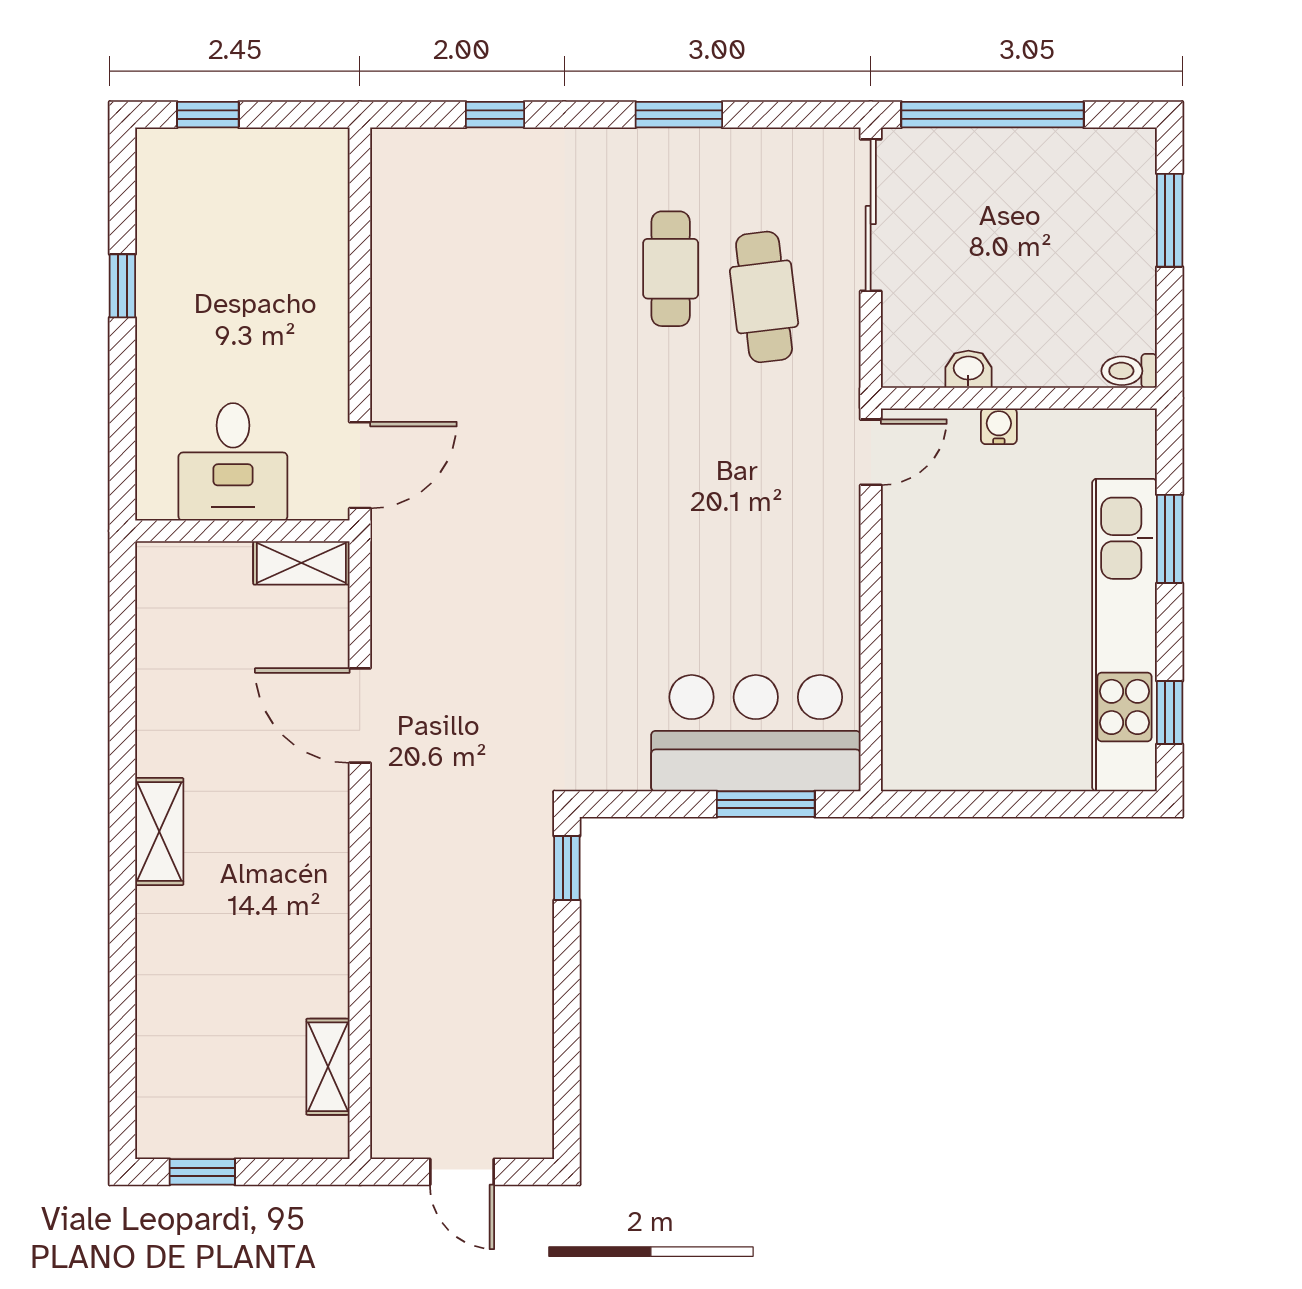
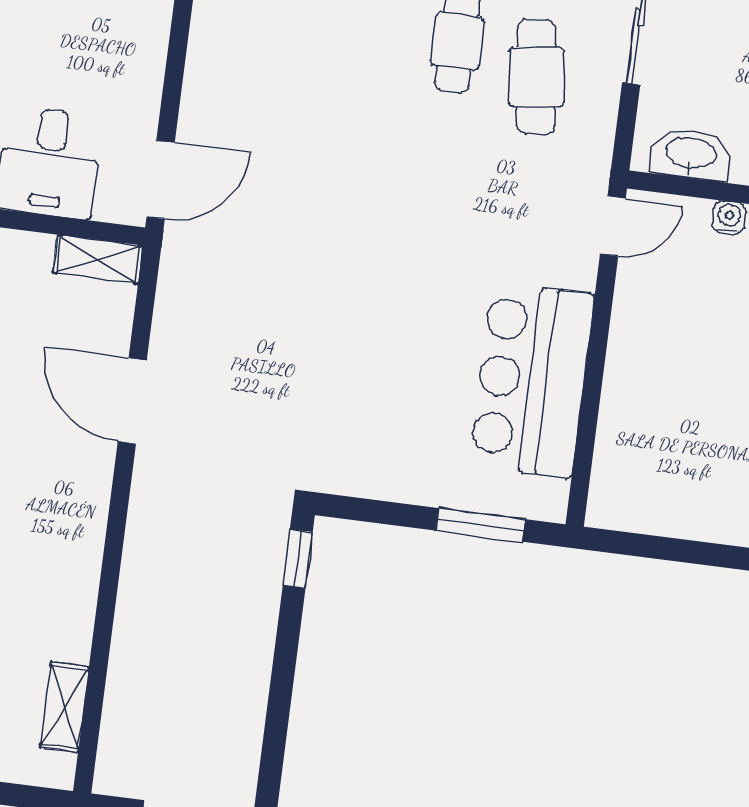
washbasin: (968, 369) -> (691, 154), width x1.91, depth x1.45
bar counter: (756, 733) -> (532, 380), moved, turned -90

